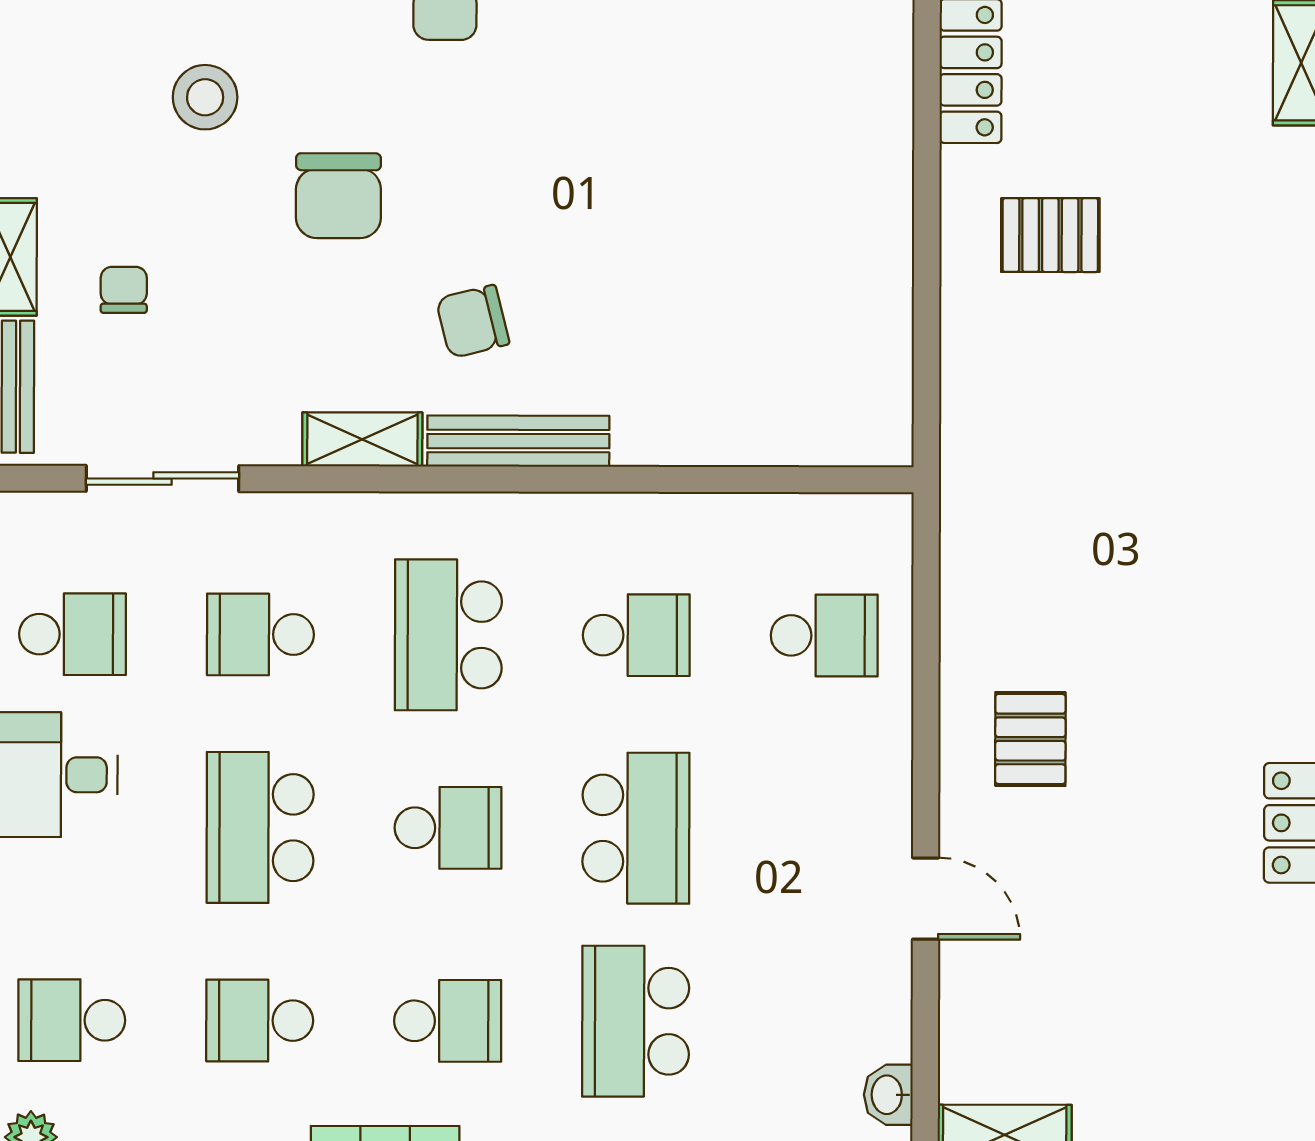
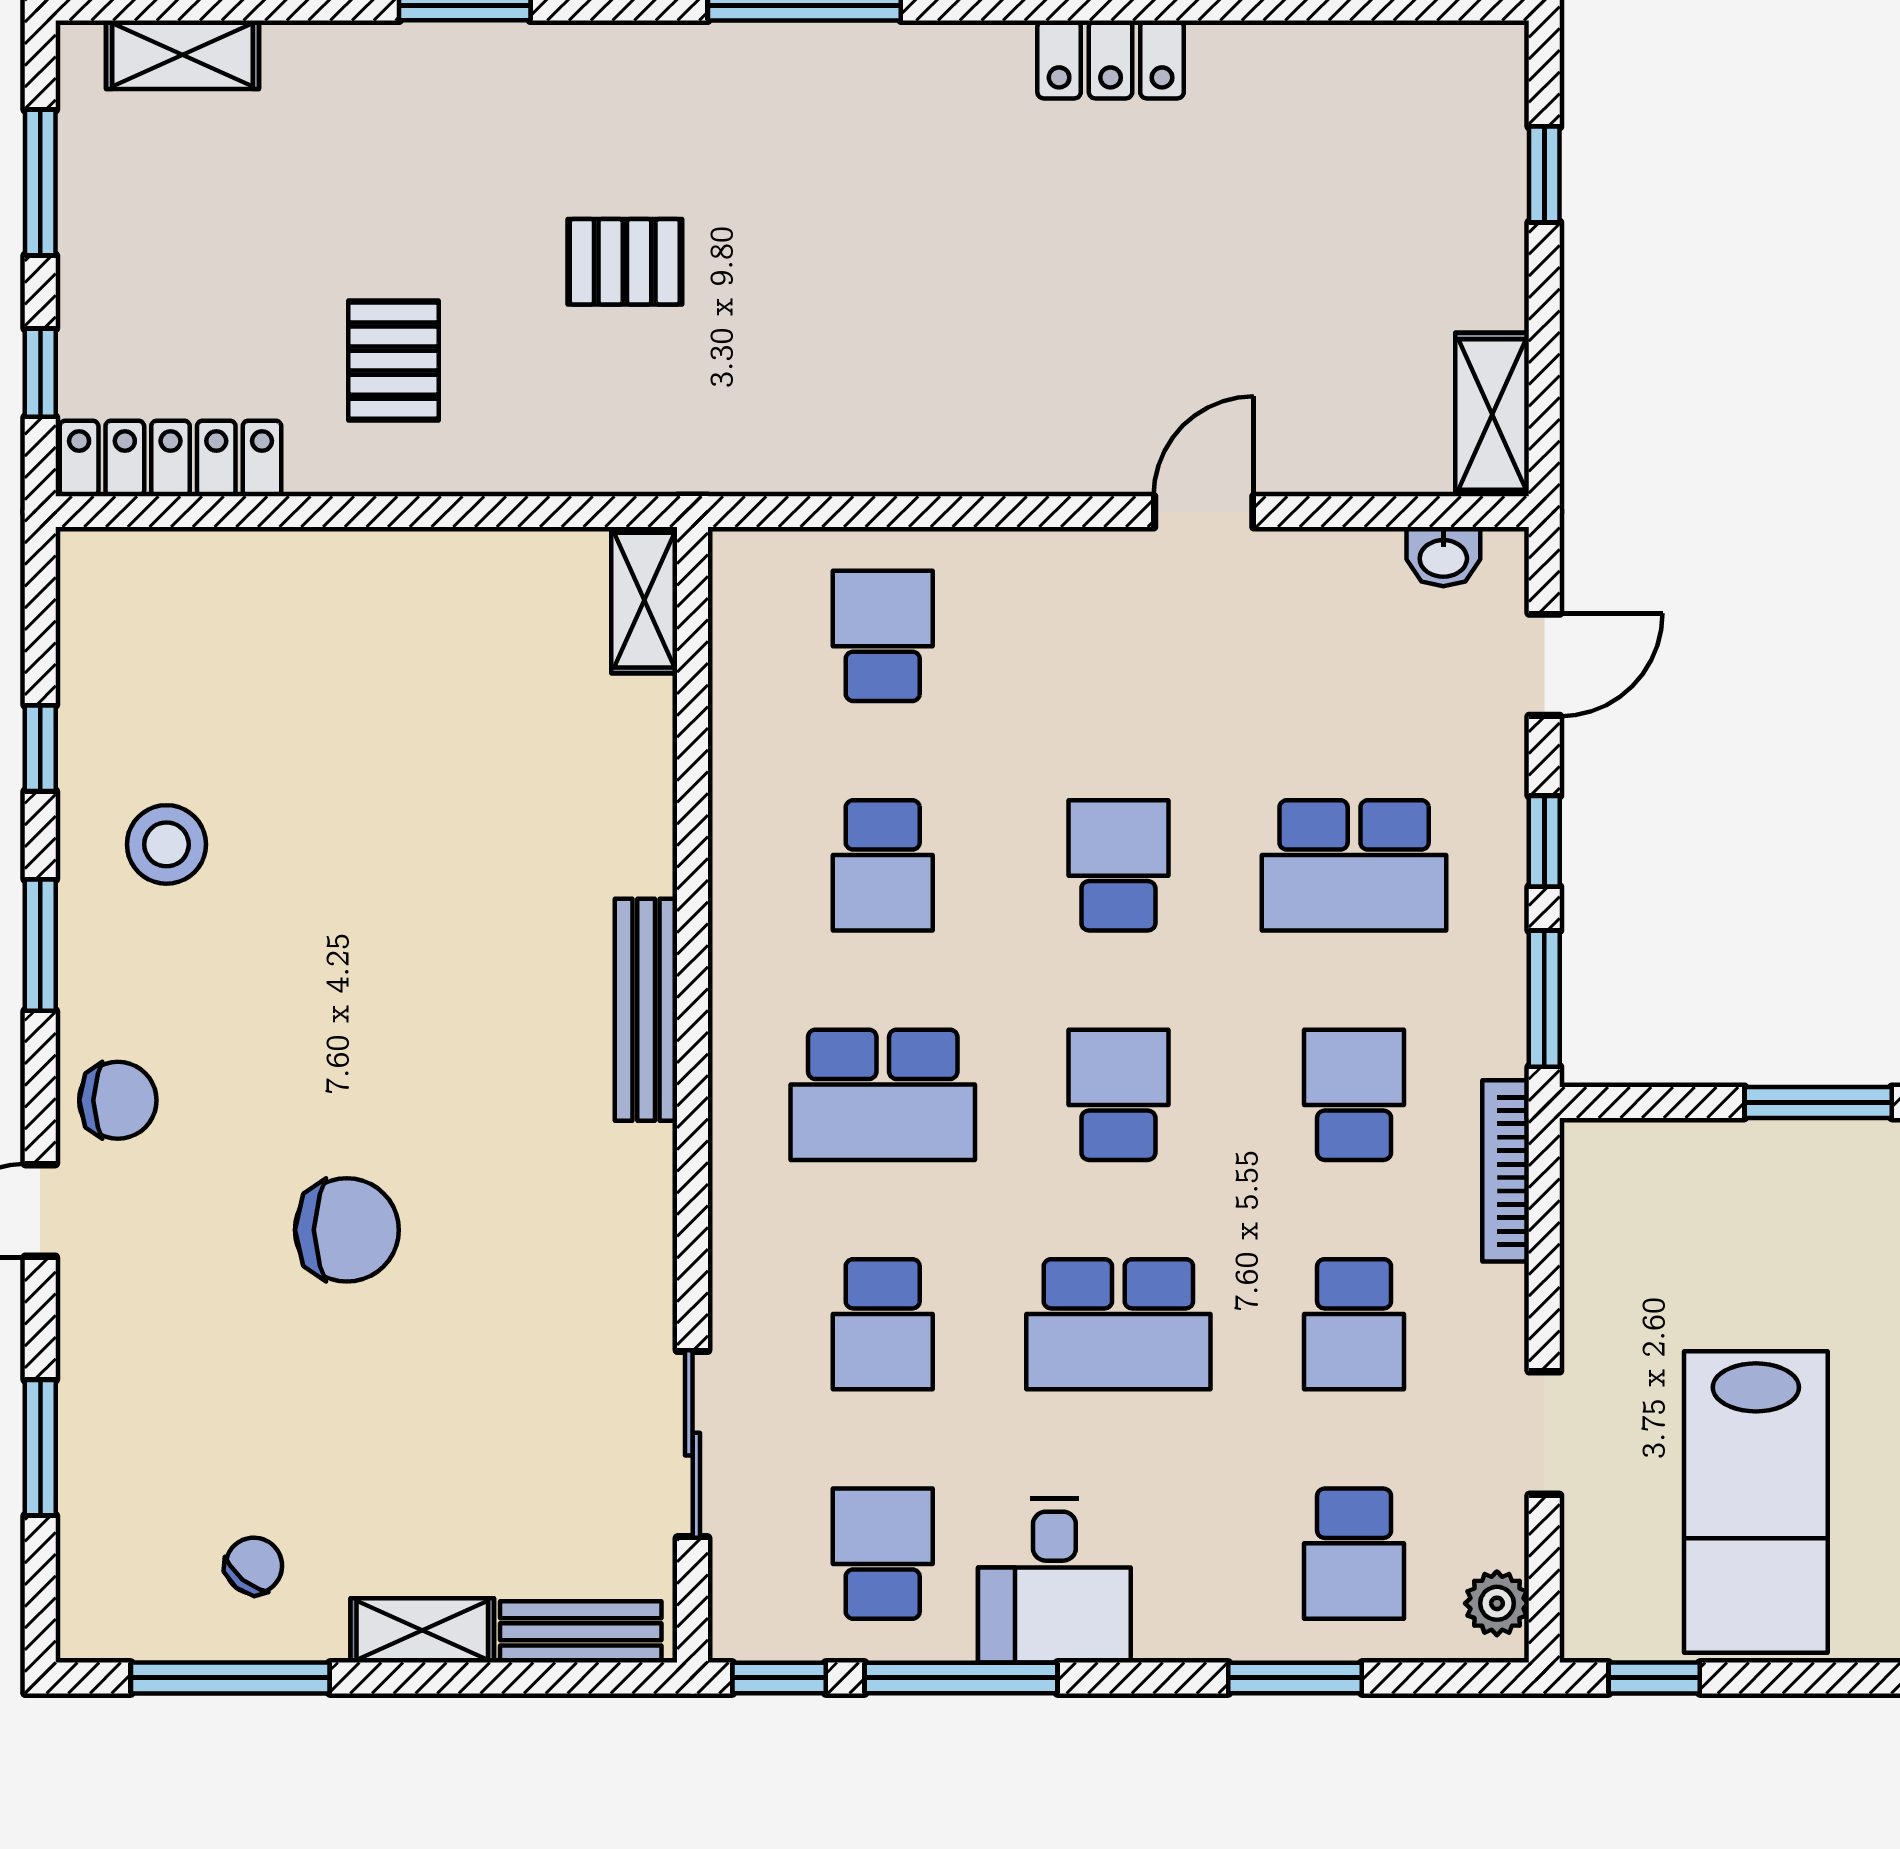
stool: (205, 97) -> (166, 844), moved
chair: (124, 290) -> (254, 1566), moved, turned 129
chair: (473, 321) -> (500, 1066), removed
shelving: (362, 439) -> (644, 600), moved
school desk: (636, 635) -> (883, 865), turned 180
pallet: (1030, 739) -> (625, 262), moved
school desk: (636, 828) -> (1118, 865), width x0.54

